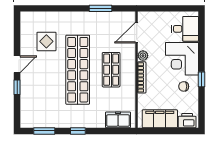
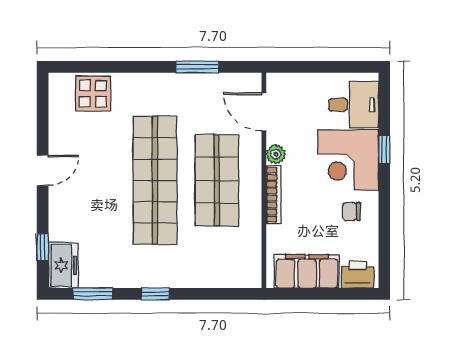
door: (137, 33) -> (264, 112), hinge flipped
display table: (46, 41) -> (93, 94), moved
shop shelf: (111, 70) -> (217, 180), width x1.43, depth x1.36
window: (202, 79) -> (384, 150), moved
window: (17, 87) -> (43, 247), moved
freezer: (118, 120) -> (63, 265), moved, turned 90

